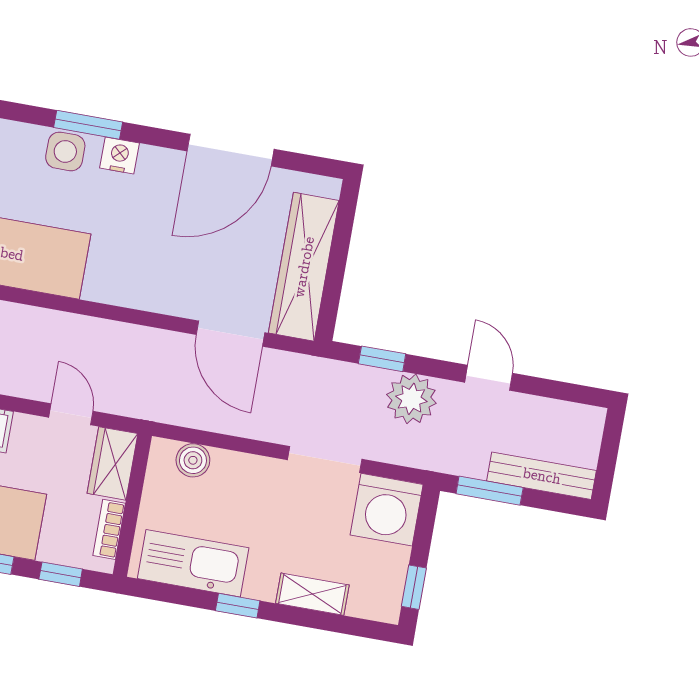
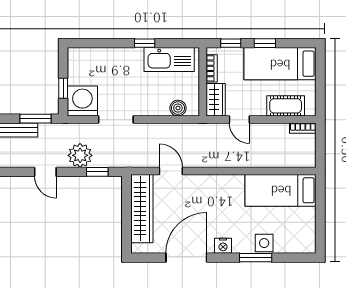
nightstand: (119, 156) -> (223, 246), moved
door: (230, 334) -> (171, 171), width x0.73
window: (414, 587) -> (63, 88), moved
shelving: (312, 594) -> (110, 55), removed

